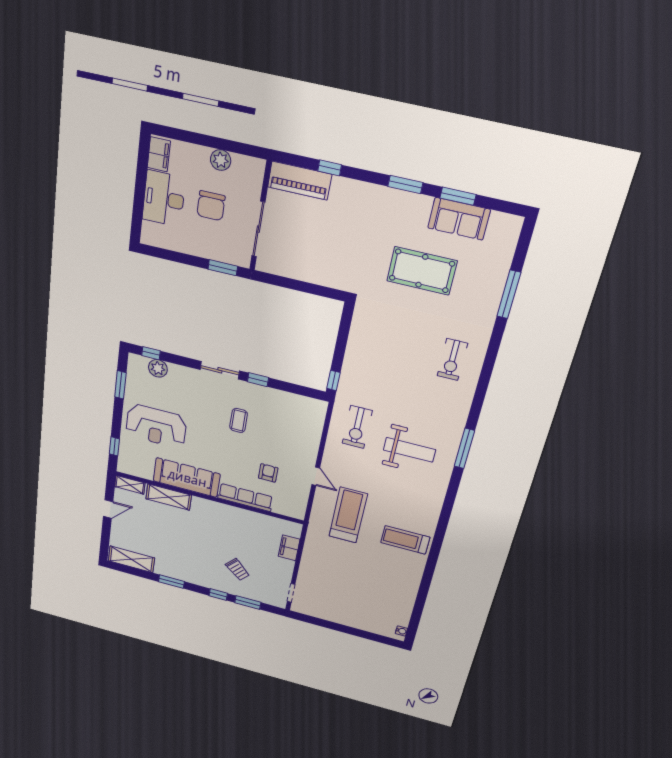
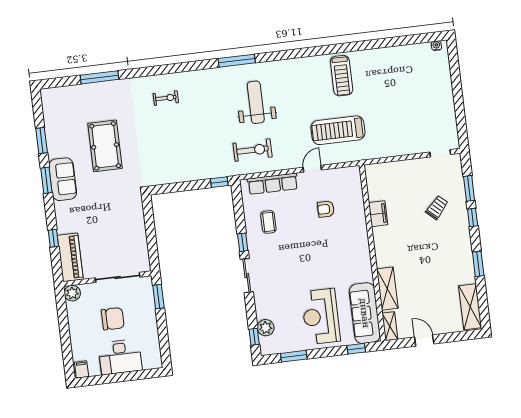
filing cabinet: (159, 154) -> (82, 369), width x0.50
plant: (221, 160) -> (72, 293), moved
sofa: (459, 219) -> (63, 179), moved
exercise bike: (452, 360) -> (166, 98), width x0.73, depth x0.72
coffee table: (239, 420) -> (268, 222), moved, turned 90
reception desk: (156, 426) -> (321, 317), turned 180
sofa: (187, 478) -> (365, 313), moved
row of seats: (245, 497) -> (273, 184), moved, turned -90
filing cabinet: (289, 548) -> (378, 214), moved, turned -90

